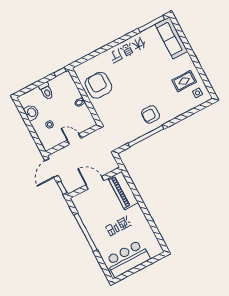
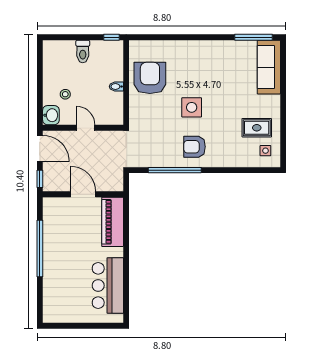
side table: (135, 90) -> (192, 107), added
washbasin: (31, 112) -> (51, 115), moved
door: (52, 168) -> (40, 148), swing flipped
bar counter: (128, 259) -> (108, 285), moved, turned -90

